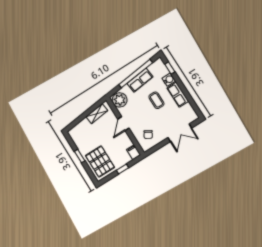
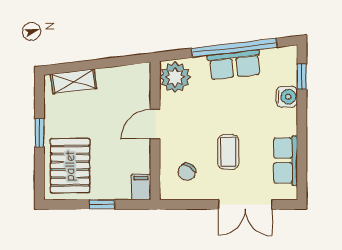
row of seats: (178, 95) -> (286, 160), moved
coffee table: (156, 100) -> (228, 152), moved
shelving: (97, 114) -> (74, 81), moved

